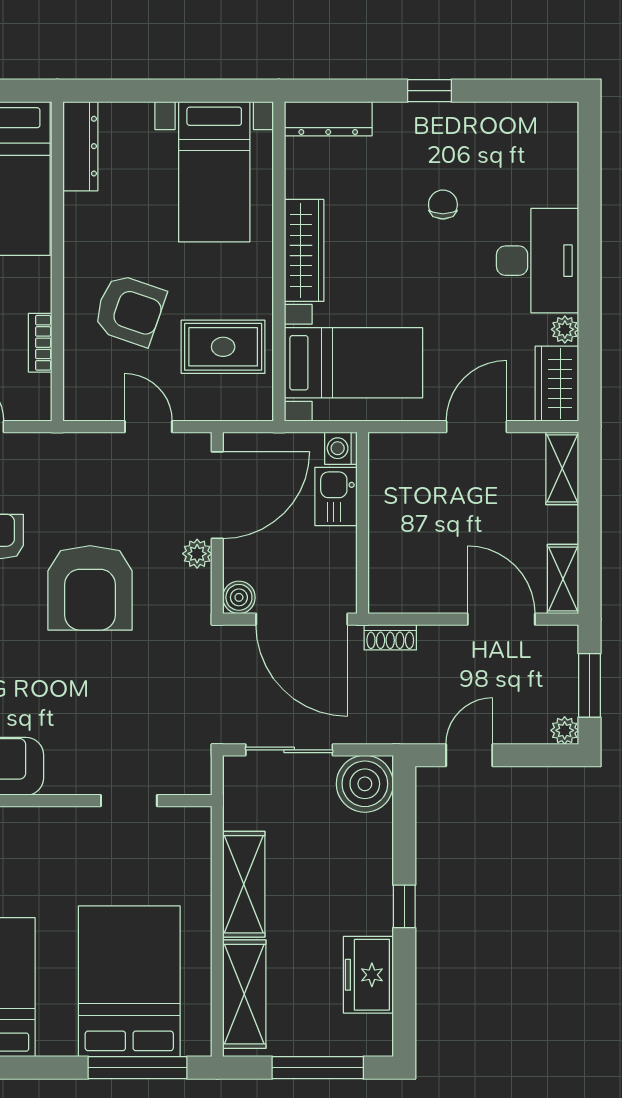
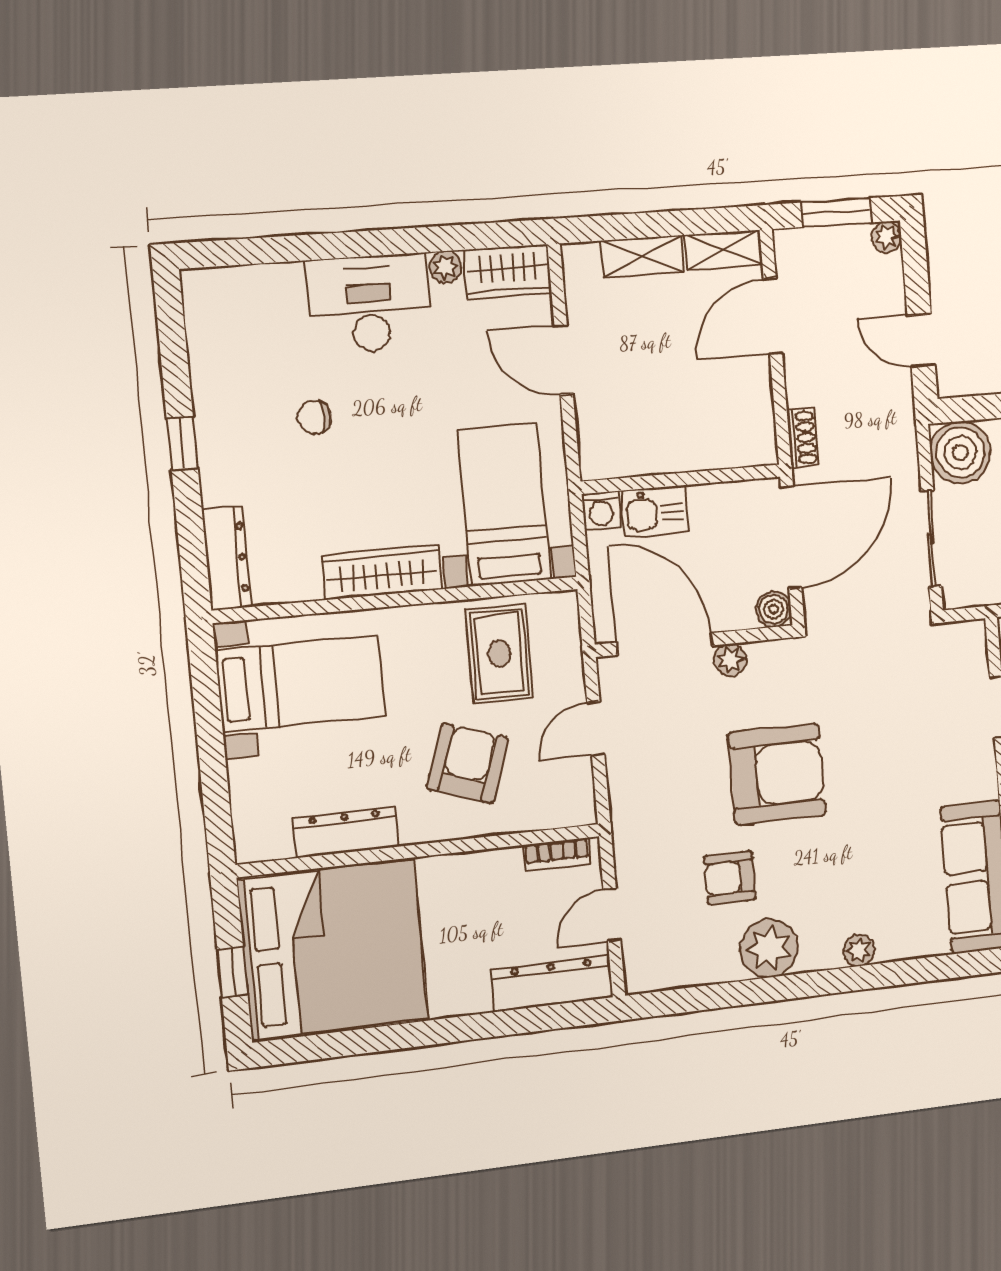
dresser: (80, 146) -> (345, 833), moved
bookcase: (40, 343) -> (557, 854), moved
shelving: (562, 468) -> (643, 256), moved

